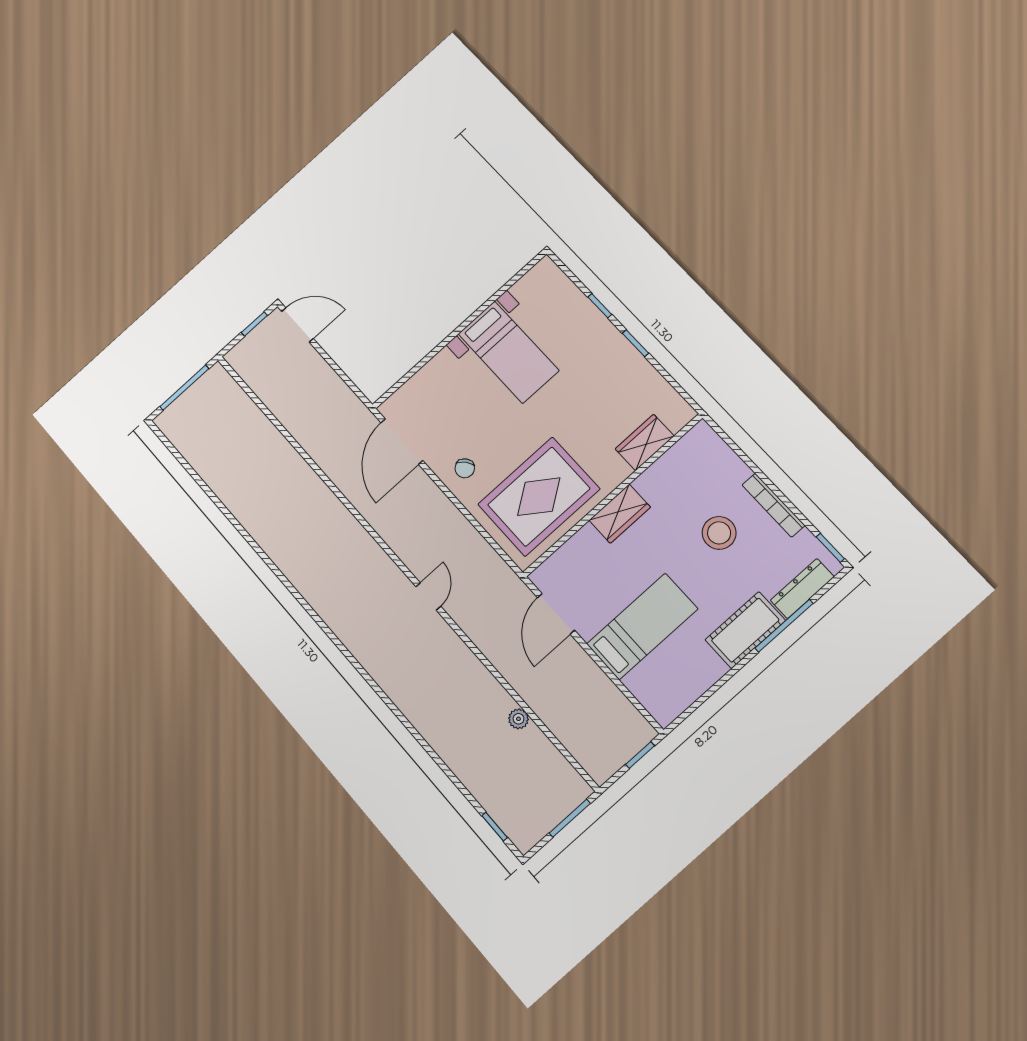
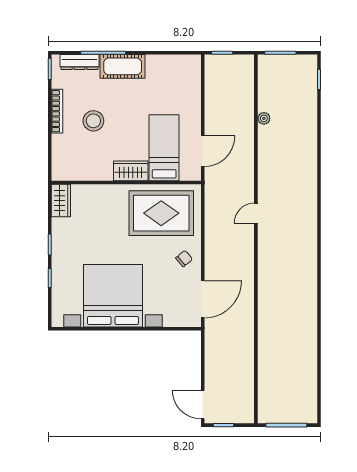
bed with nightstands: (508, 352) -> (113, 296), width x1.85
wardrobe: (645, 442) -> (61, 201), moved, turned -90
bed: (642, 626) -> (164, 148), moved, turned 90

